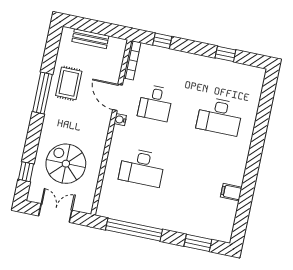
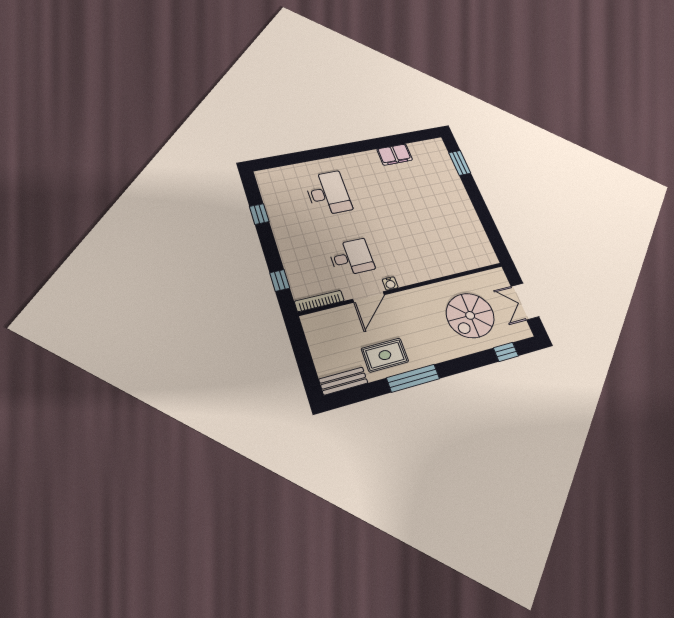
bench: (90, 39) -> (343, 381), moved, turned 90
desk: (142, 168) -> (424, 241), removed
filing cabinet: (231, 192) -> (395, 155), width x2.00
window: (134, 230) -> (487, 222), removed

